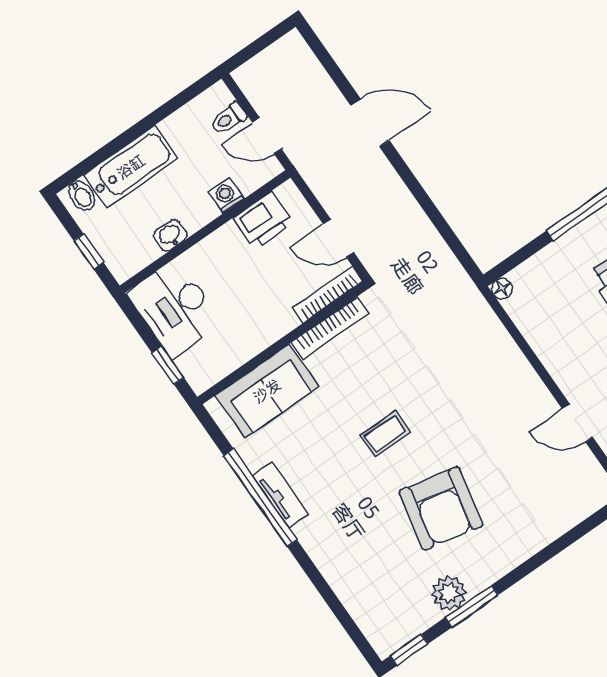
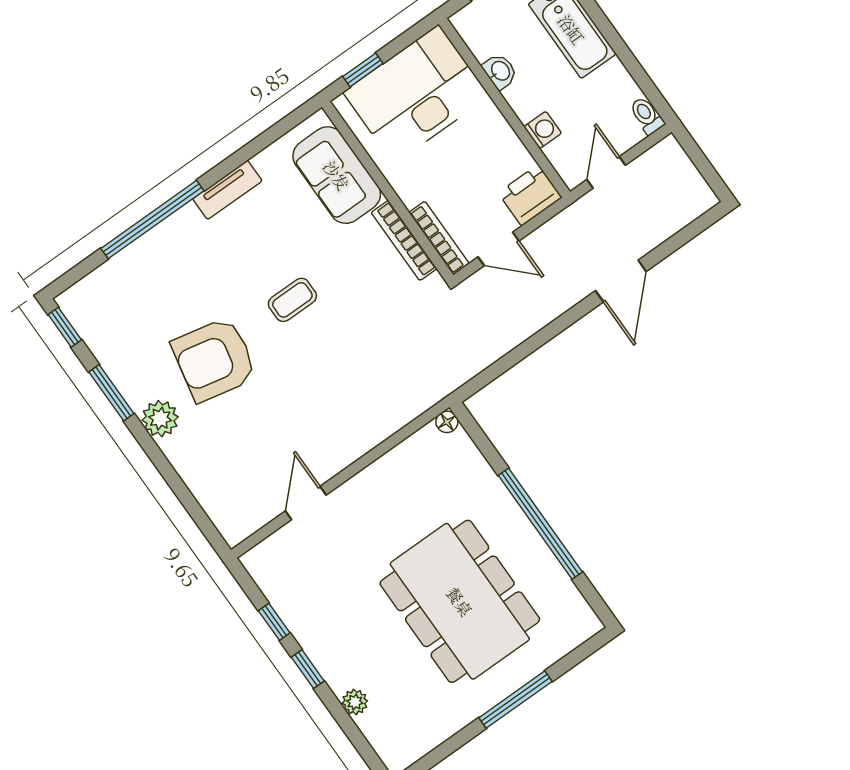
toilet: (229, 118) -> (647, 116), moved
printer: (263, 221) -> (530, 195), moved, turned 90
door: (339, 238) -> (498, 249), swing flipped
desk: (175, 308) -> (416, 94), width x1.36, depth x1.30
coffee table: (385, 434) -> (292, 300), turned 90
window: (260, 498) -> (152, 220), moved
plant: (449, 593) -> (160, 419), moved

